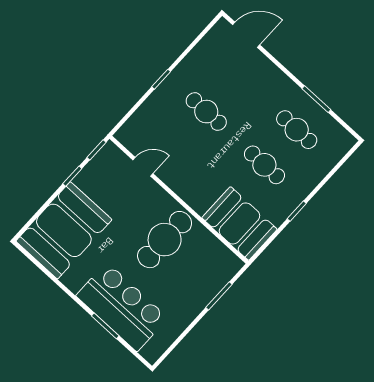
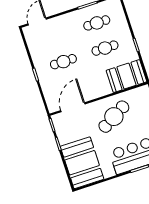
door: (143, 167) -> (73, 107), width x1.87
cafe table: (165, 240) -> (114, 117), turned 60

